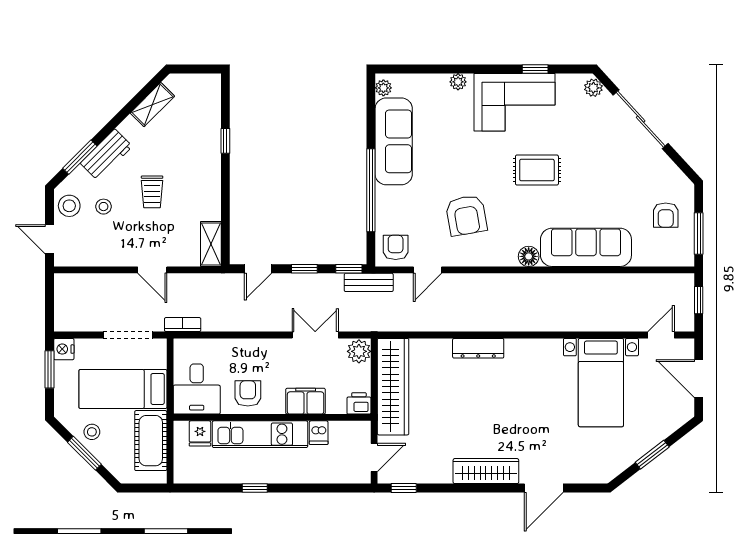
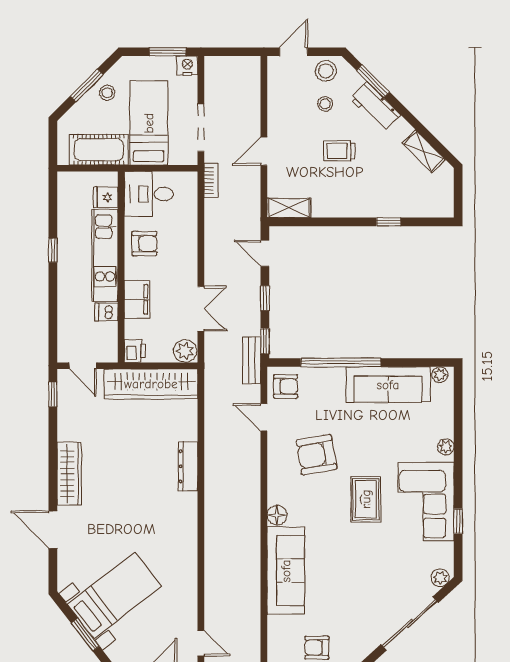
rug: (537, 170) -> (366, 499), moved
bed with nightstands: (601, 383) -> (114, 595), moved, turned 142

